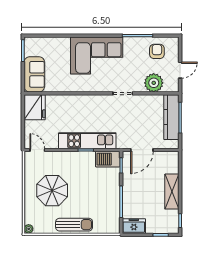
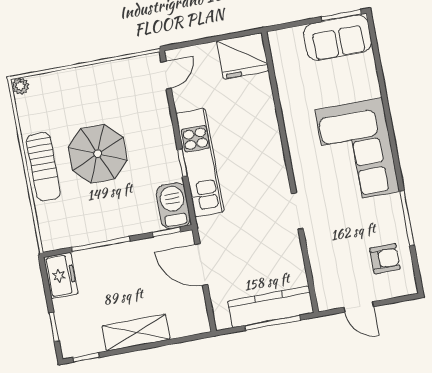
sofa: (34, 74) -> (338, 38), moved
plant: (154, 83) -> (327, 263), removed
parasol: (52, 191) -> (98, 154), moved

